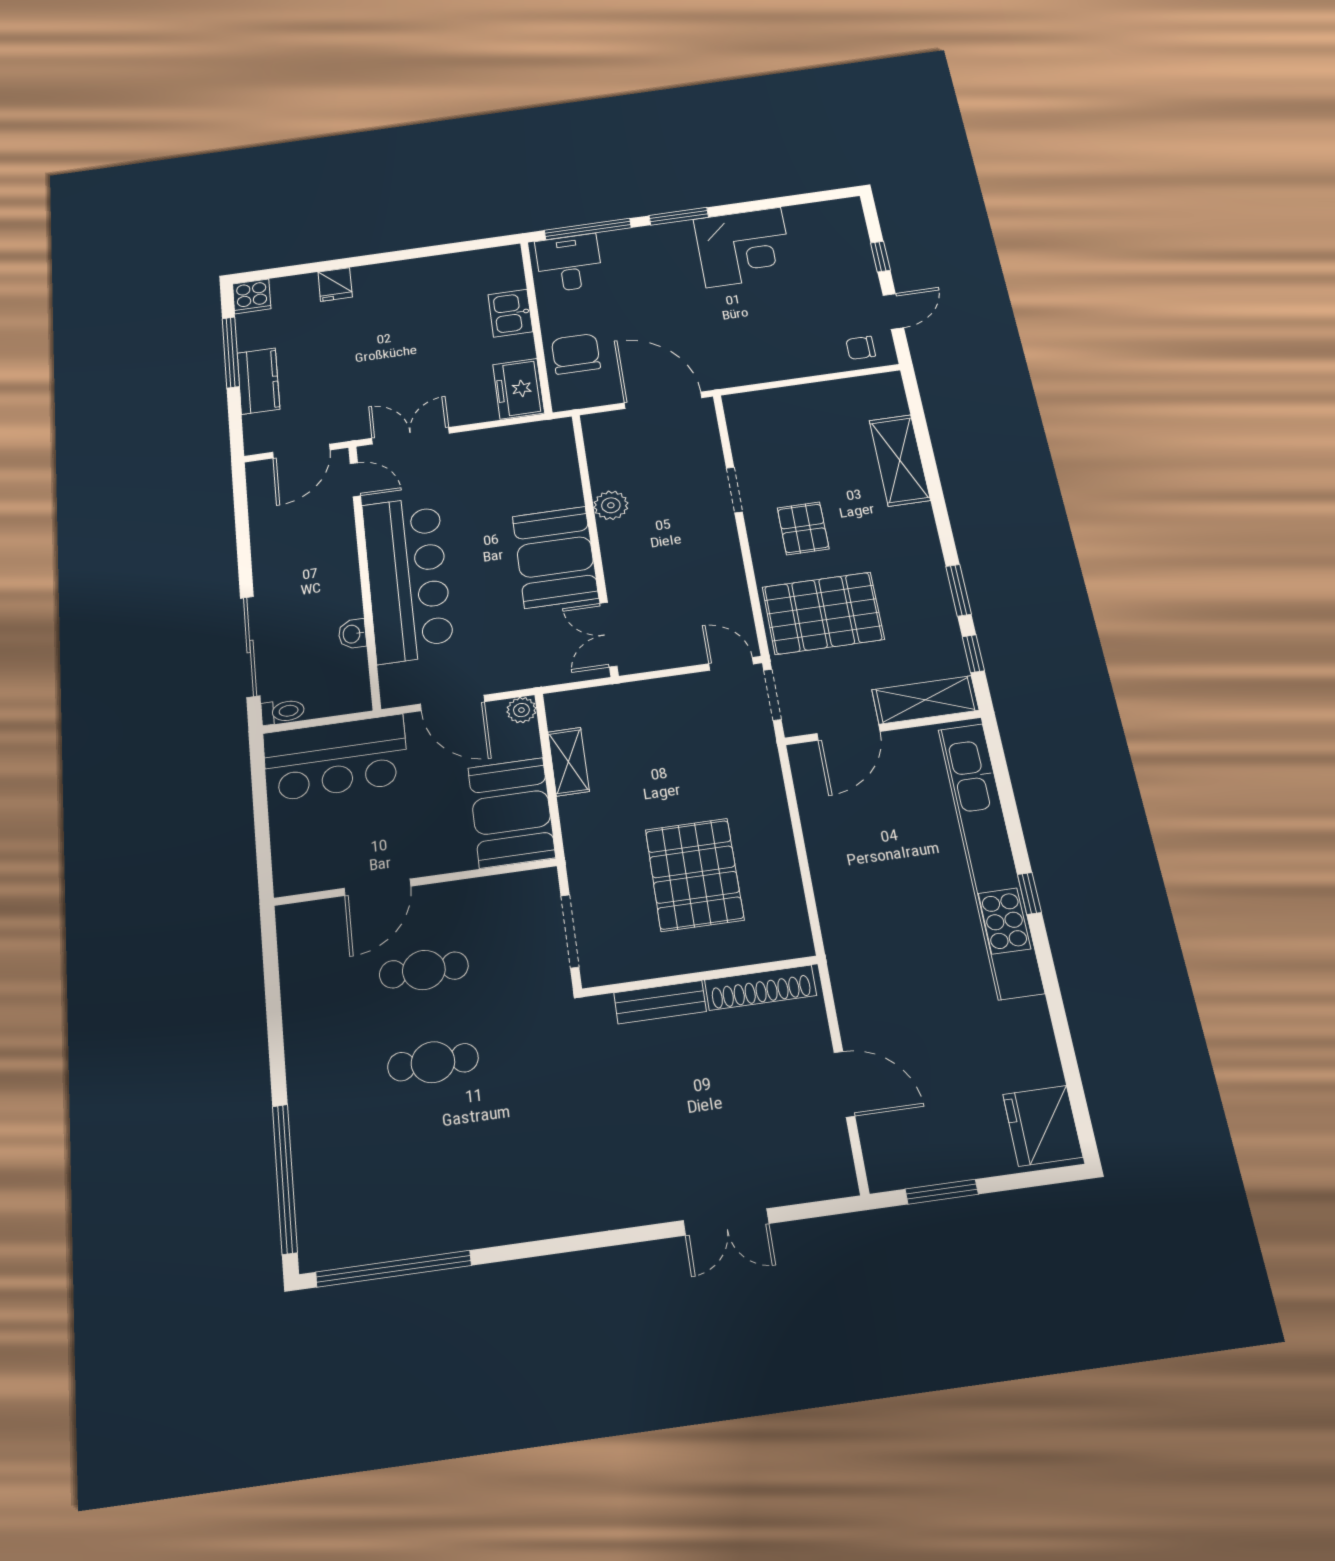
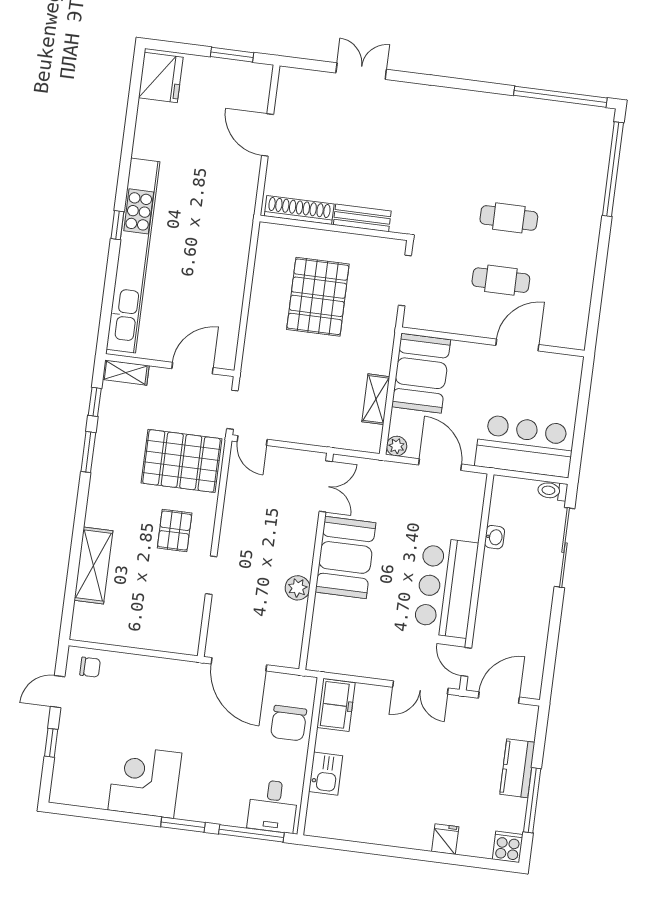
bar counter: (408, 579) -> (446, 587), width x0.73
shelving: (925, 700) -> (126, 373), width x0.67, depth x0.75

